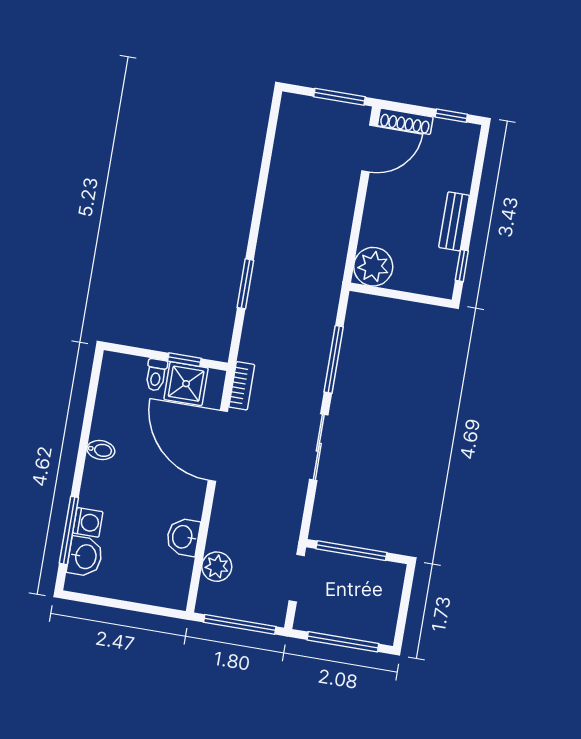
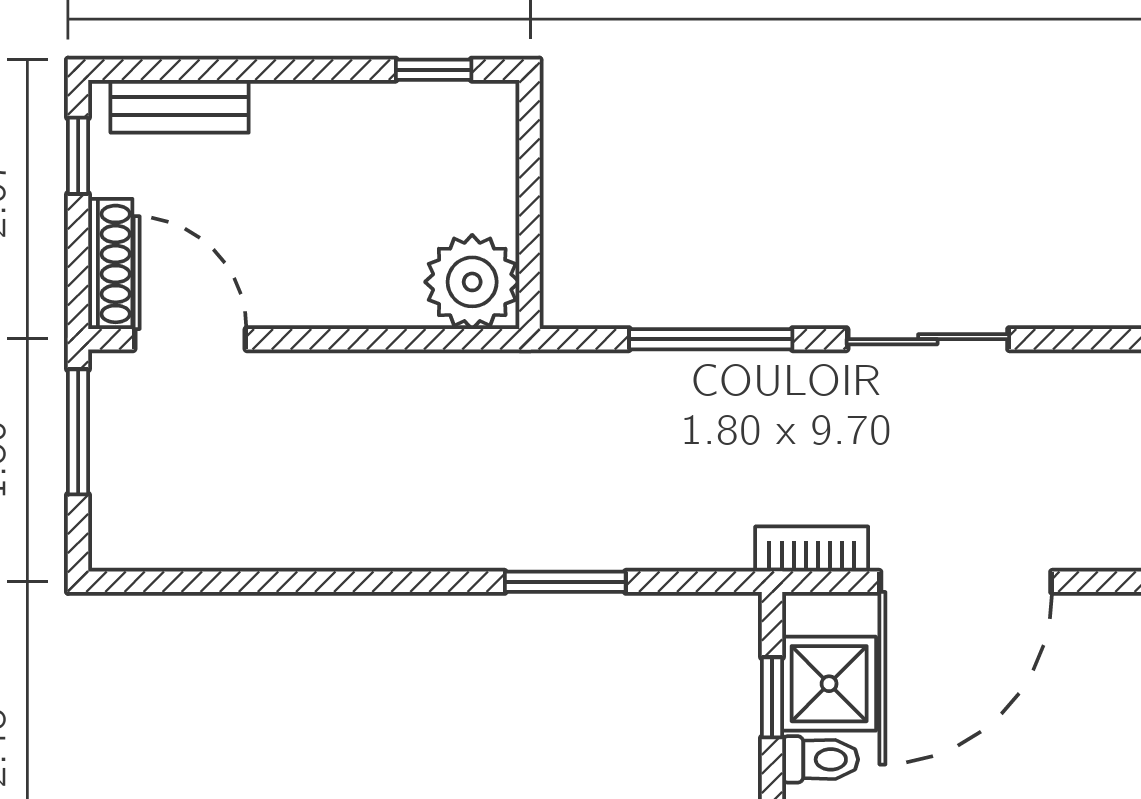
bench: (454, 221) -> (180, 106), moved

